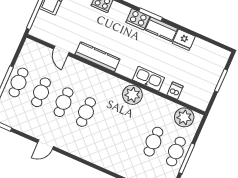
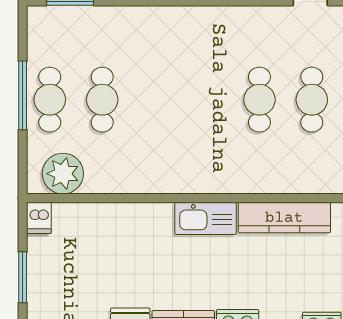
kitchen sink: (148, 79) -> (206, 218), moved
dishwasher: (175, 91) -> (39, 218), moved
plant: (132, 95) -> (183, 173), removed

